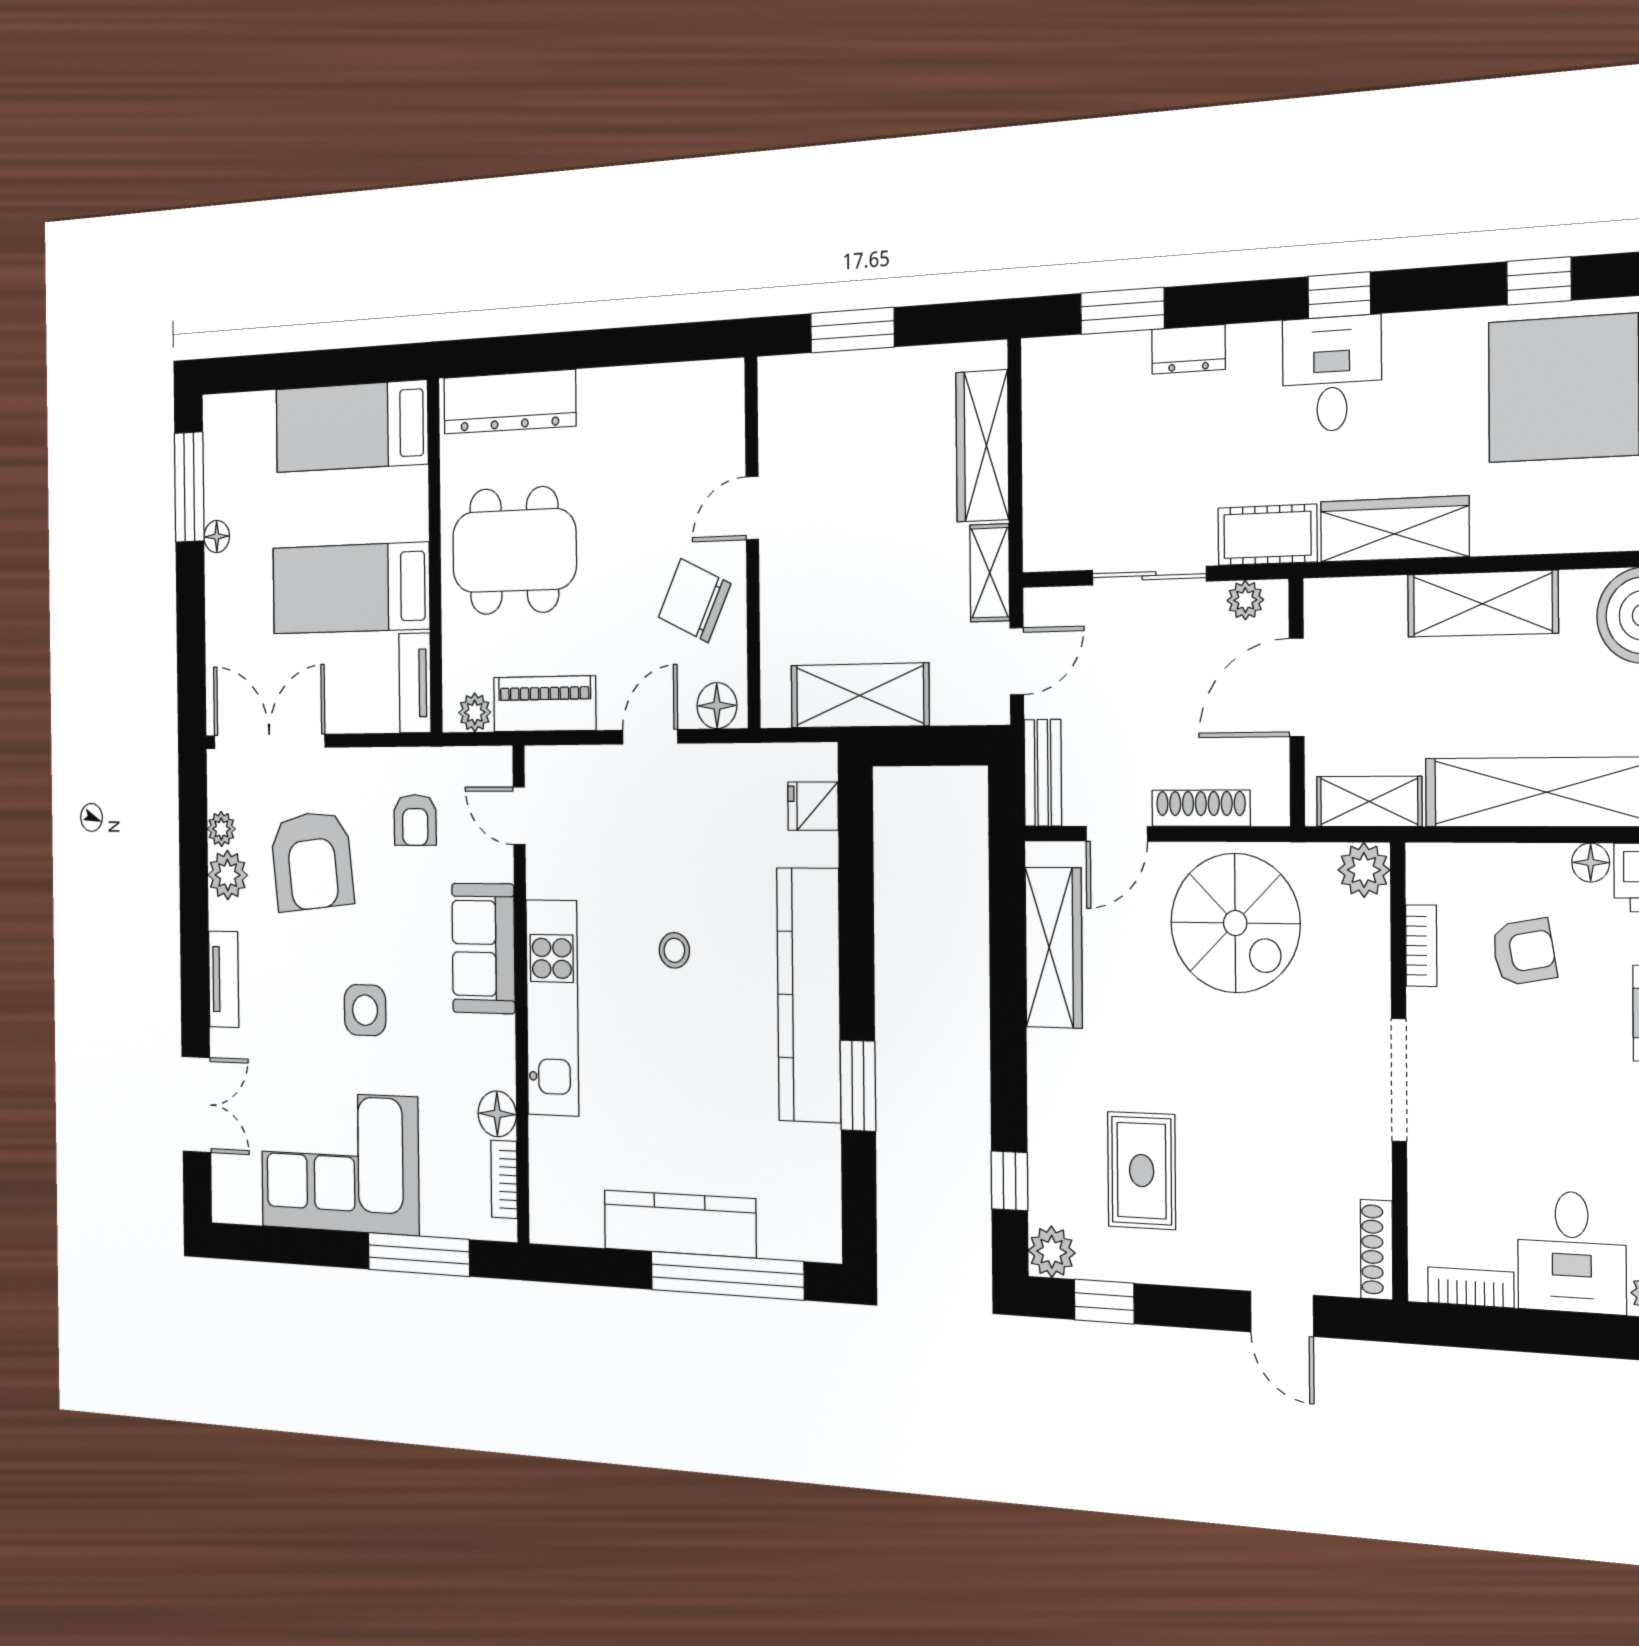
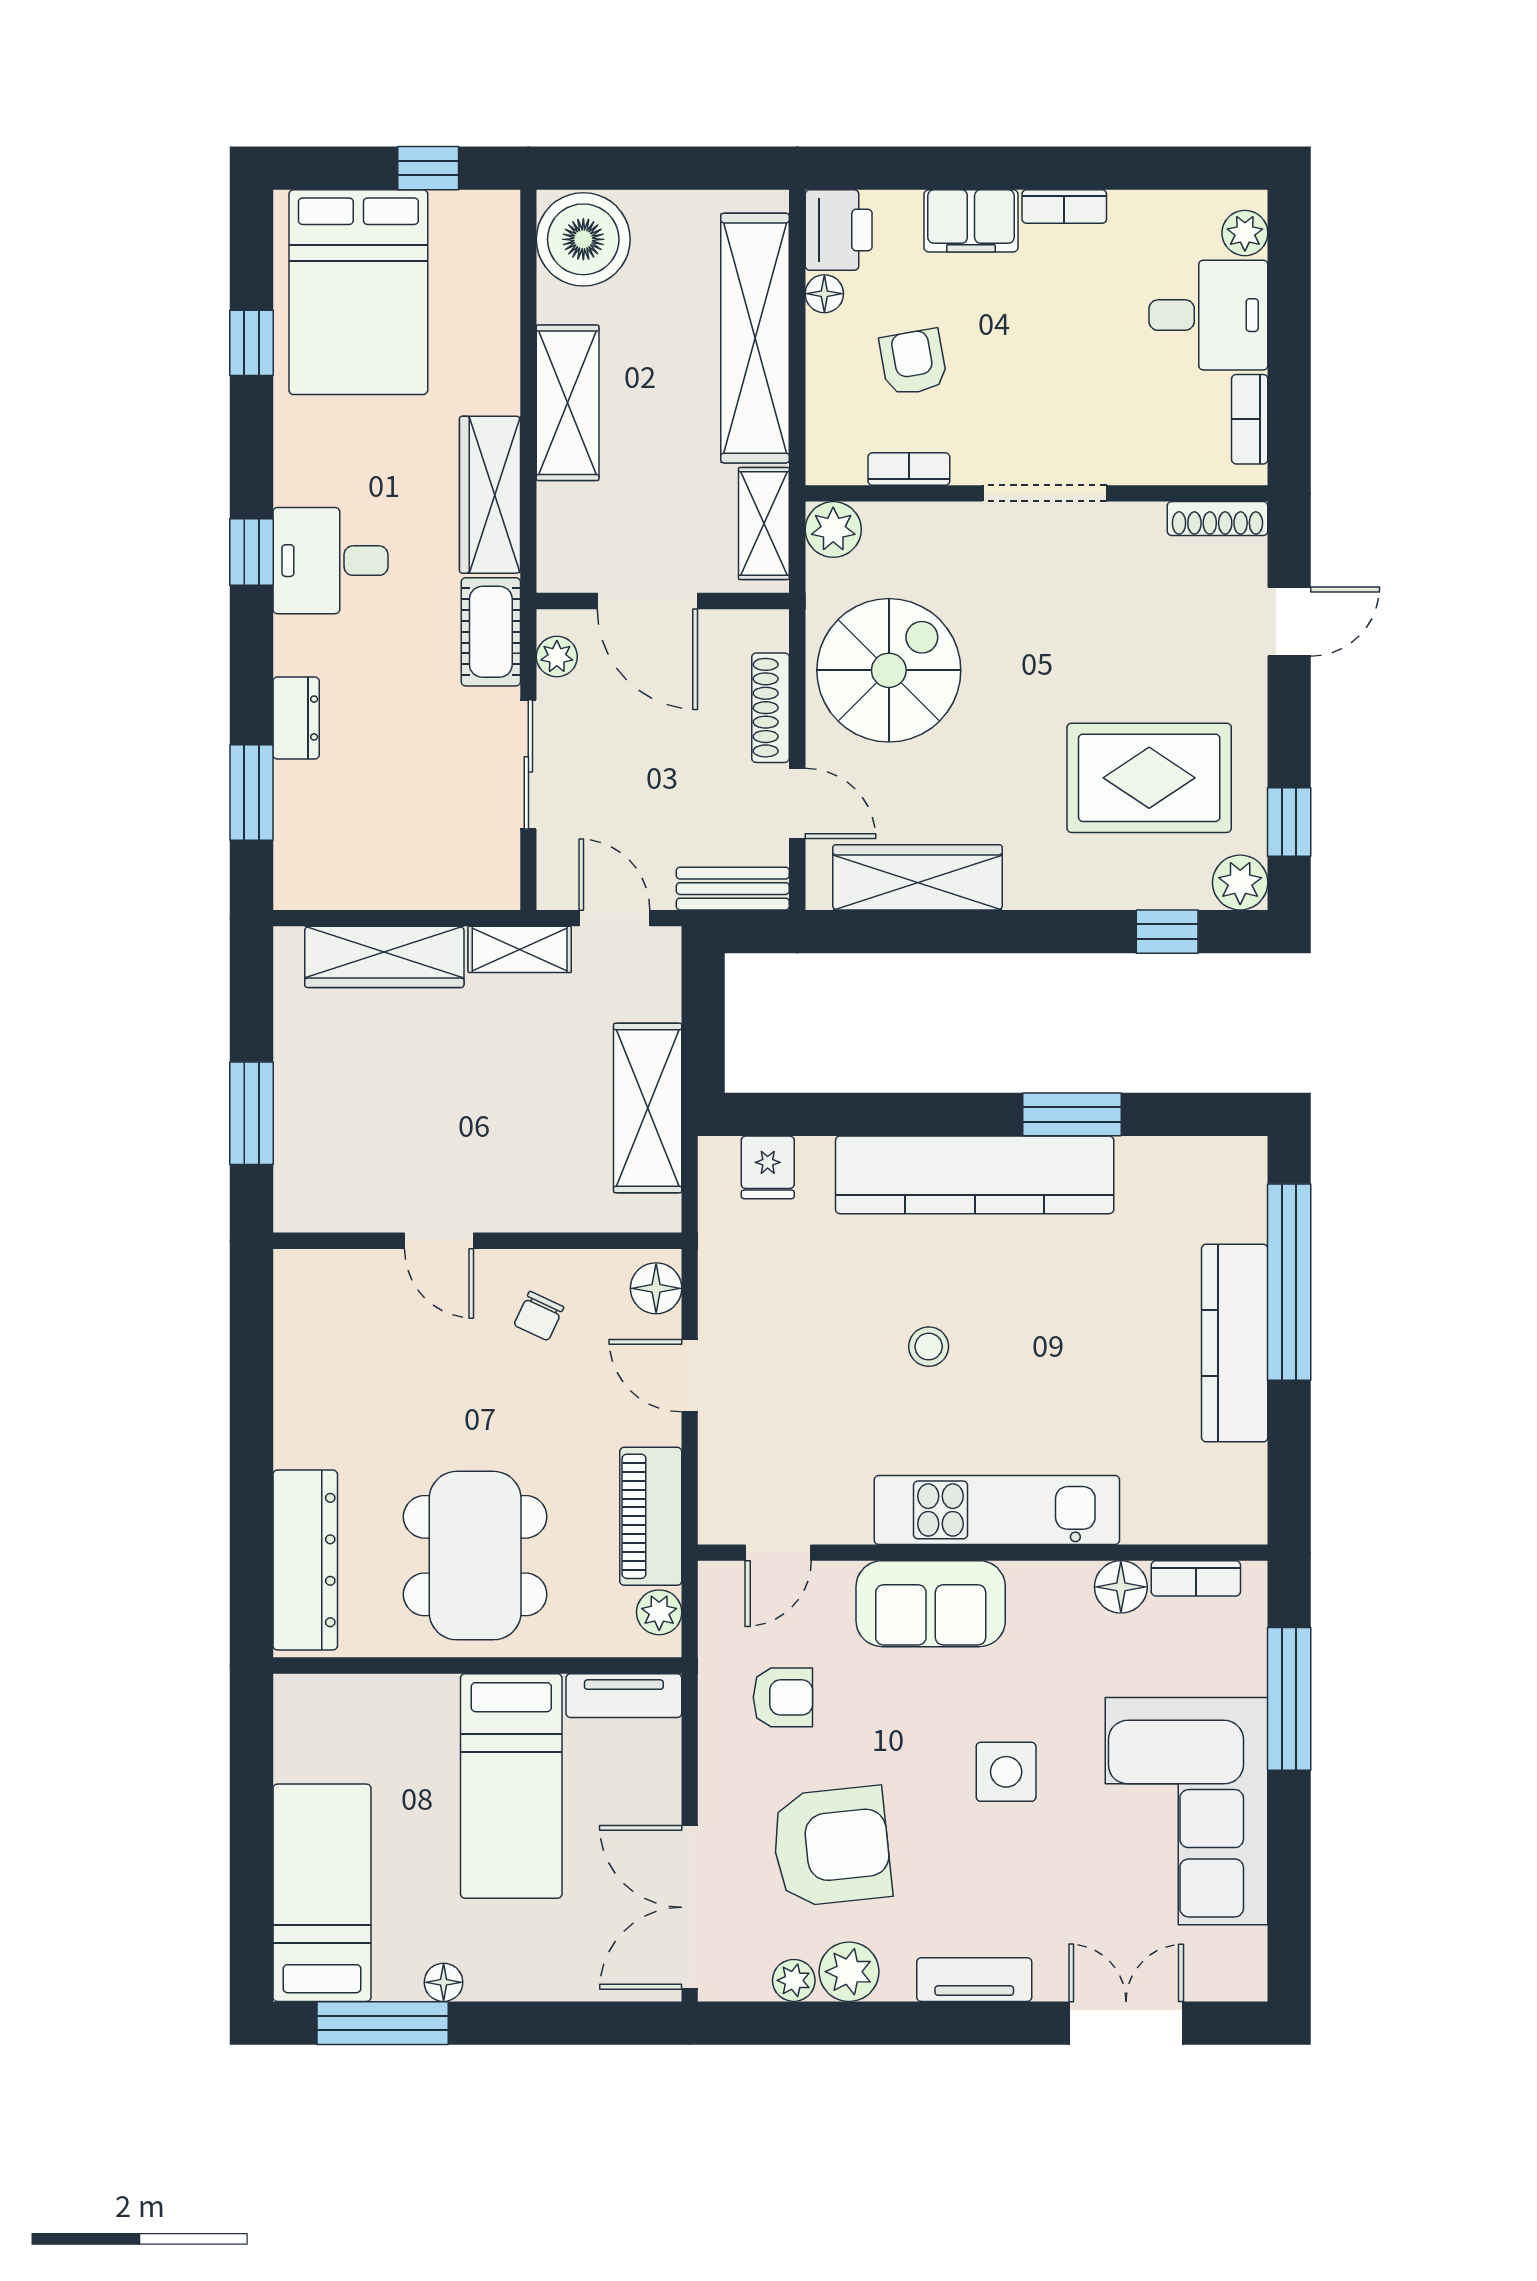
bed: (351, 426) -> (322, 1893), moved, turned 180
chair: (694, 601) -> (539, 1316), width x0.54, depth x0.54
rug: (1142, 1171) -> (1149, 778), width x1.36, depth x1.43

